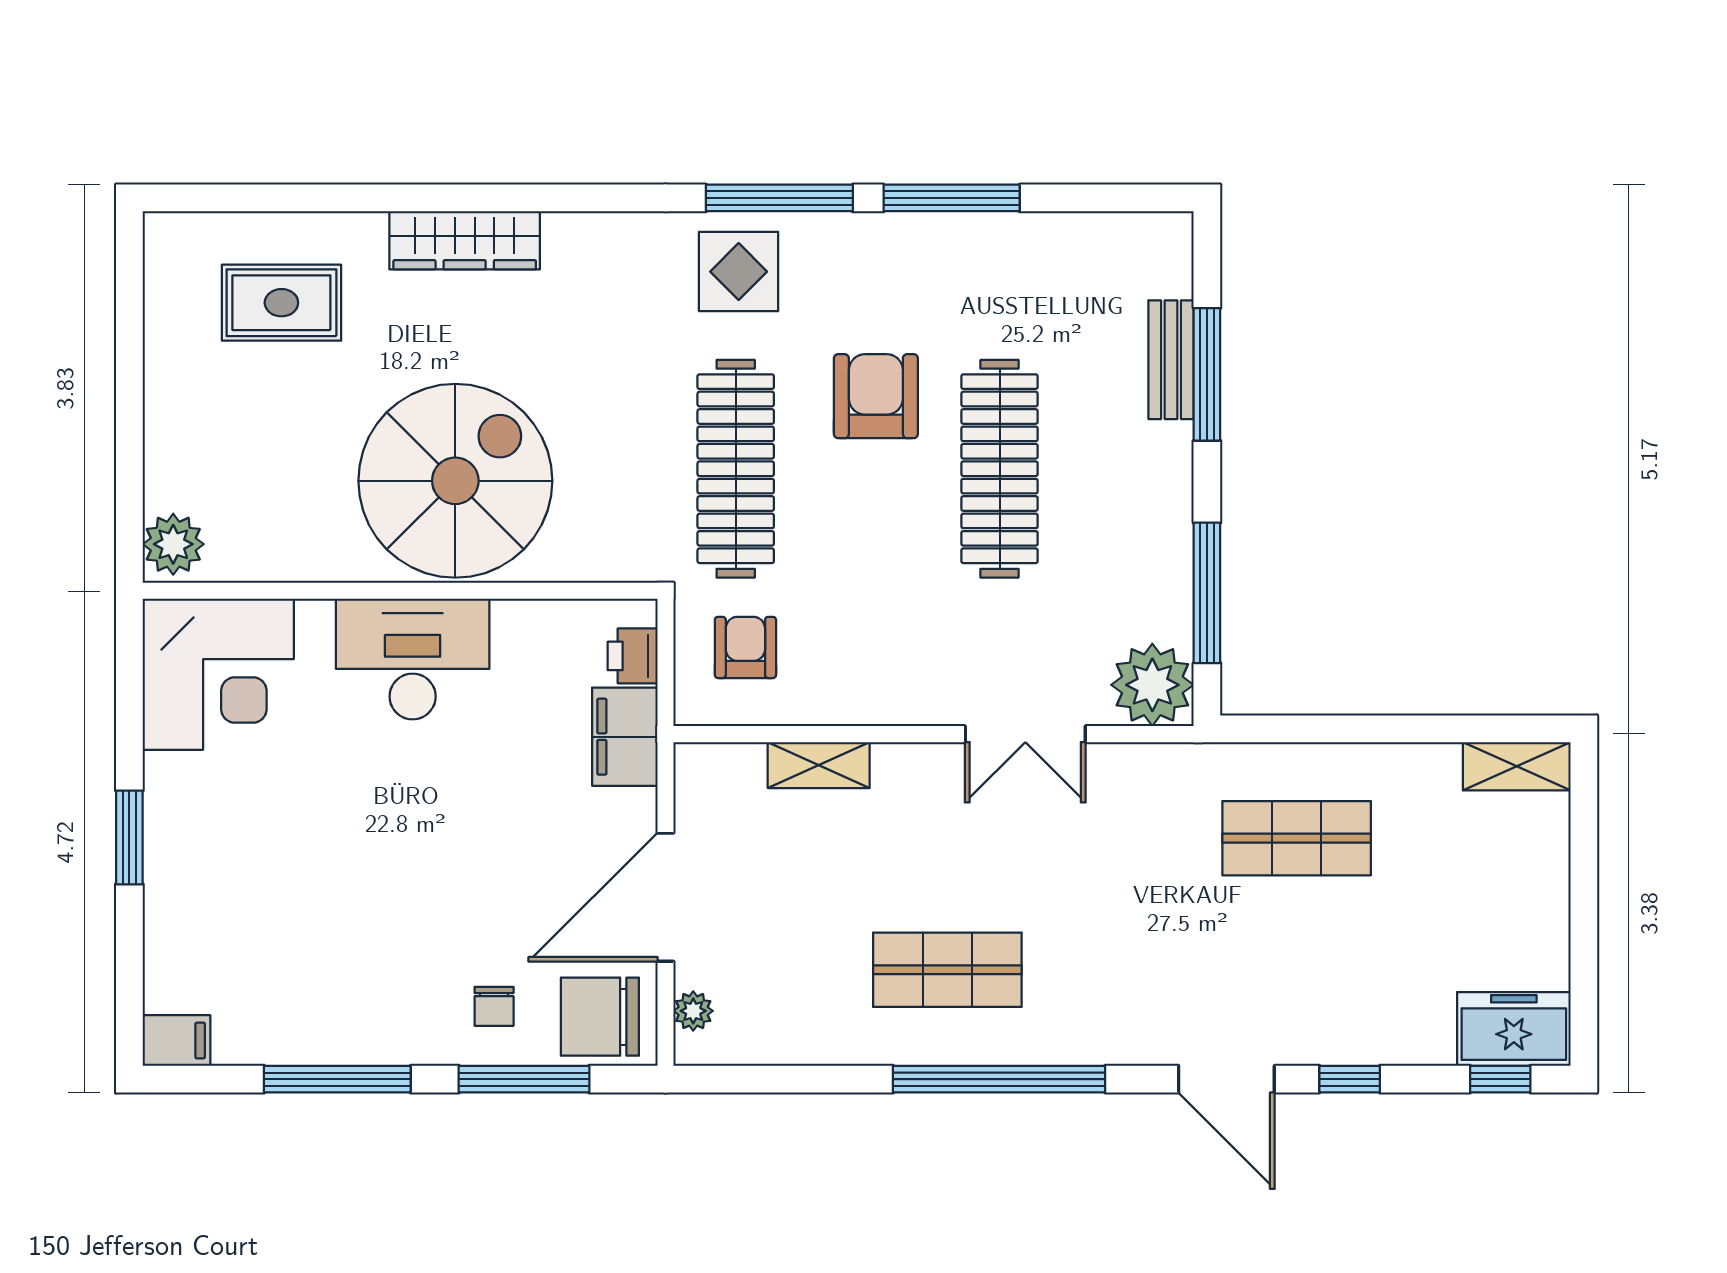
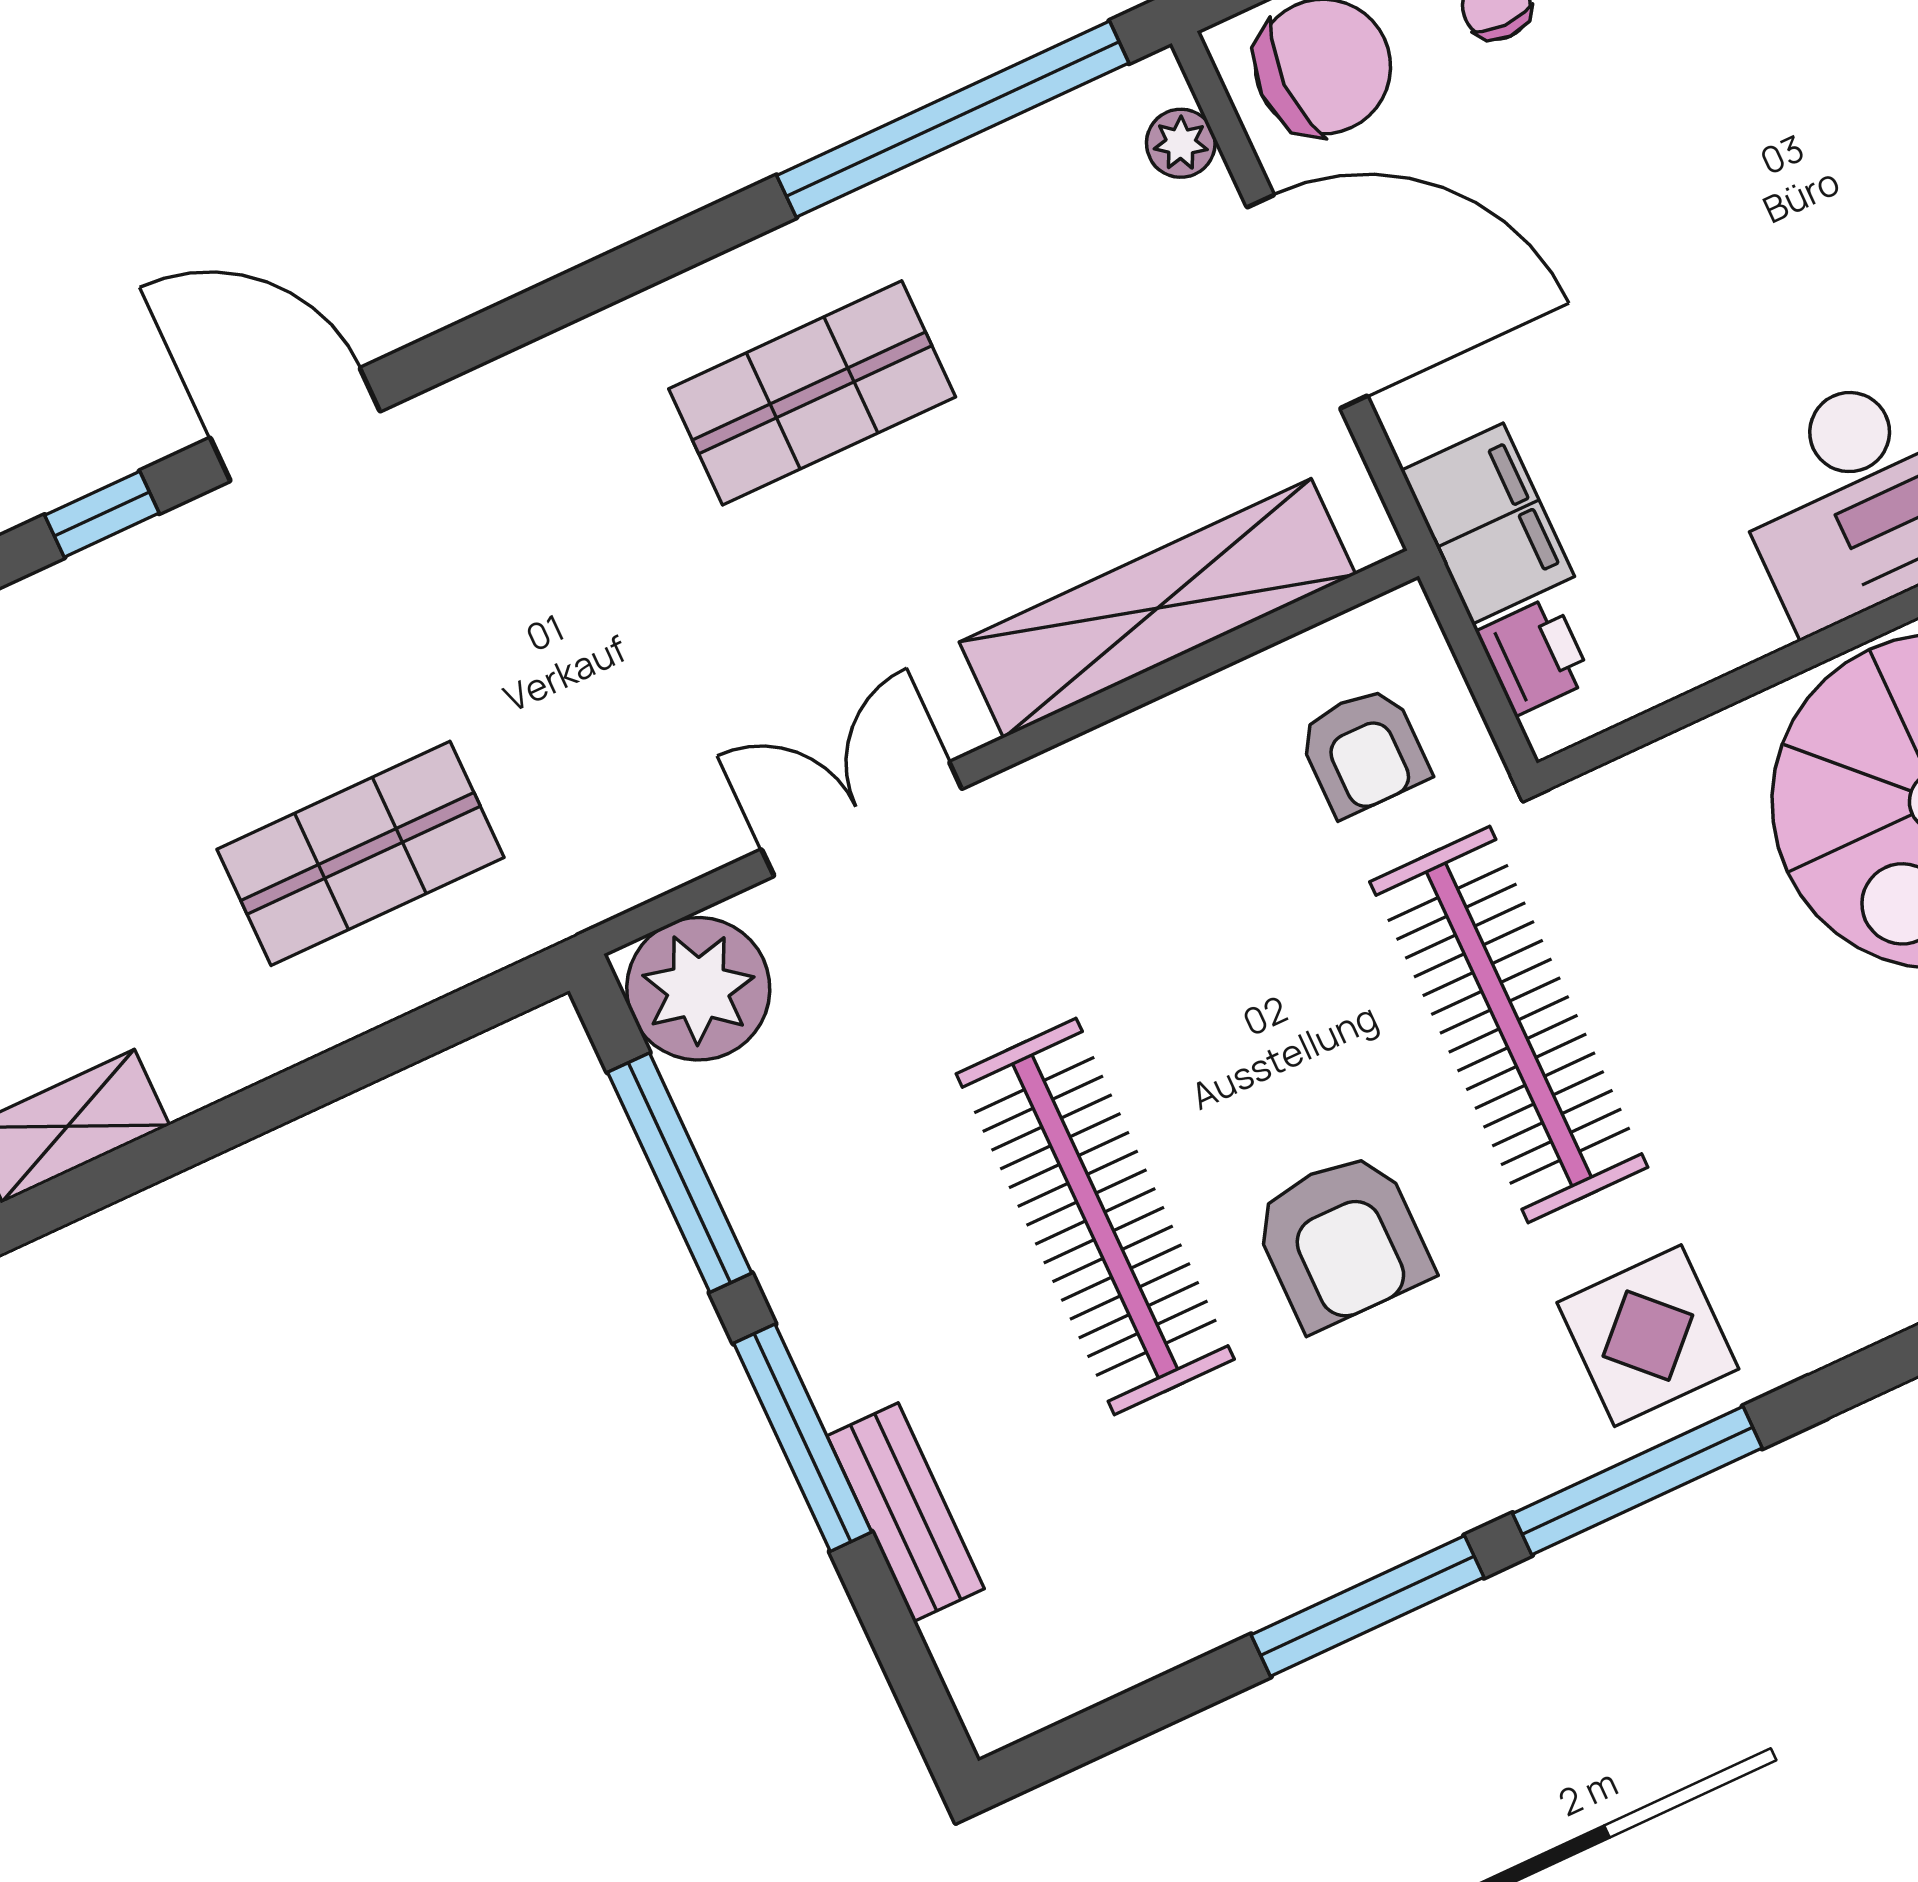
window: (1207, 374) -> (803, 1438), moved
shelving: (819, 765) -> (1157, 608), width x2.20, depth x1.33
door: (665, 897) -> (1307, 302), hinge flipped
window: (999, 1079) -> (953, 119), moved

